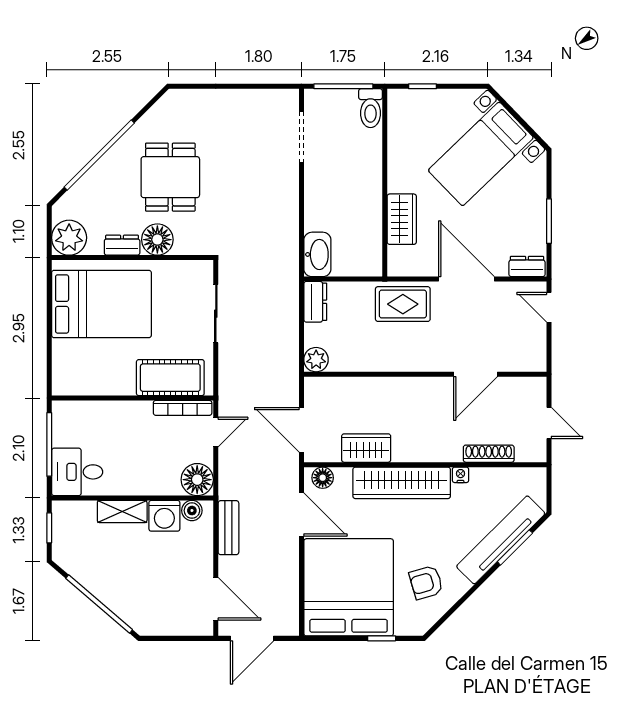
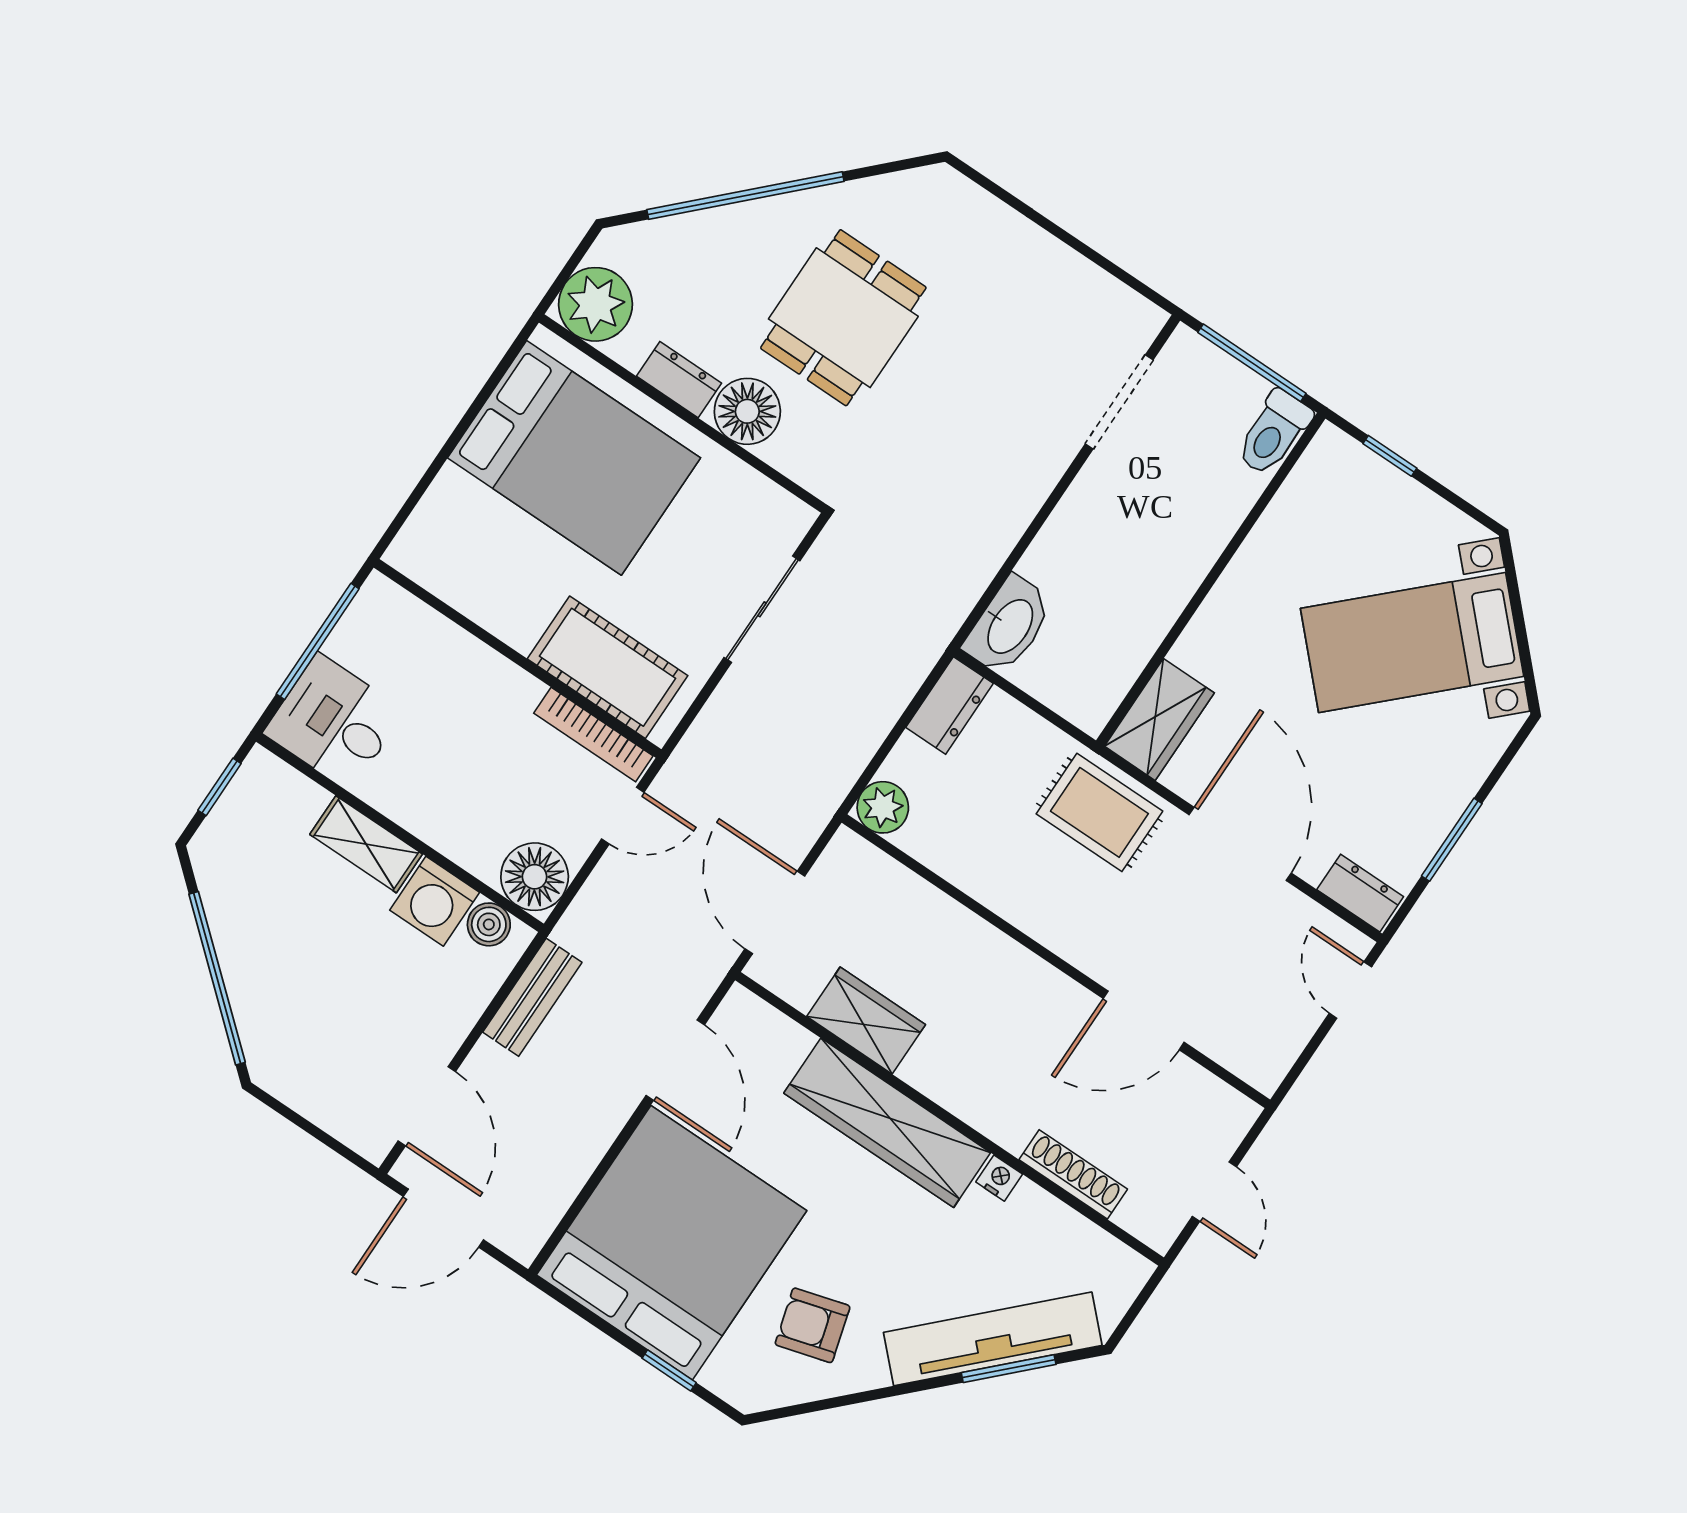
wardrobe: (402, 219) -> (1159, 720), moved
floor lamp: (323, 478) -> (755, 1021), removed

